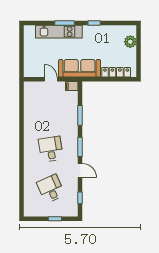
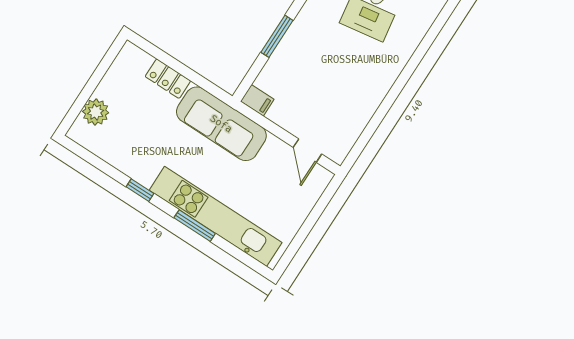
kitchen unit: (59, 32) -> (216, 216), width x1.36
locker: (116, 72) -> (168, 79), width x0.66
door: (51, 79) -> (307, 151), moved

